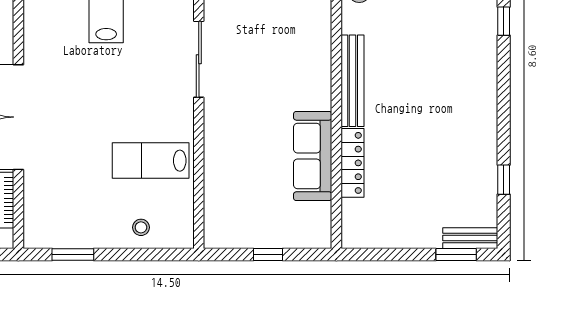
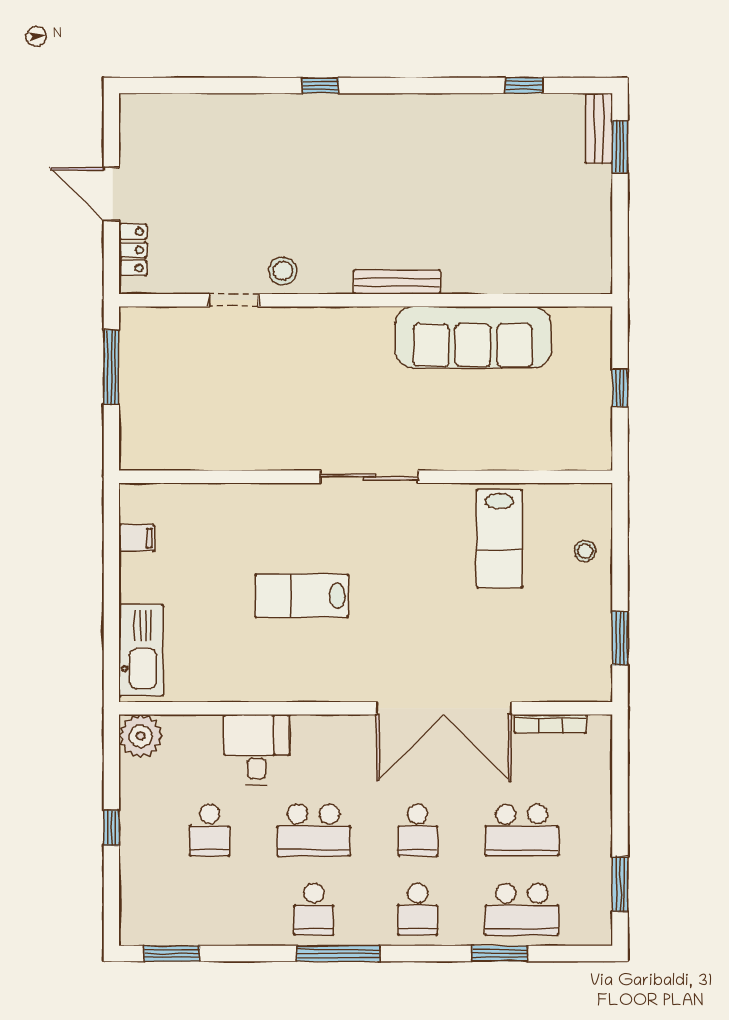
bench: (353, 81) -> (397, 282), width x0.73, depth x0.82
sofa: (313, 156) -> (473, 337), width x1.36, depth x1.27
locker: (353, 163) -> (502, 279), removed

